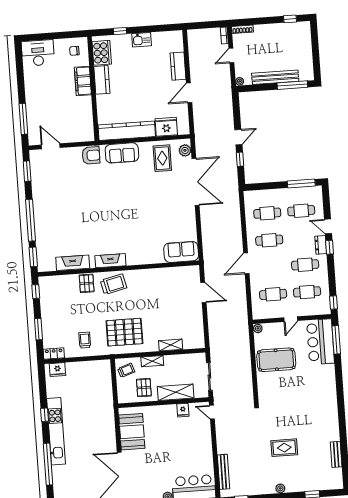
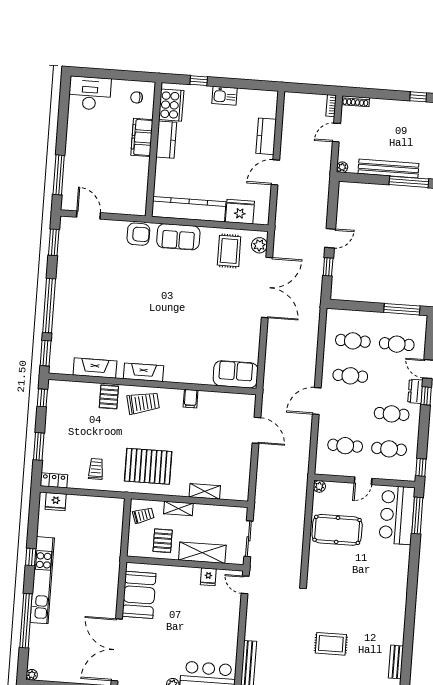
filing cabinet: (149, 276) -> (191, 399), added

